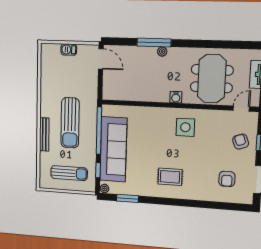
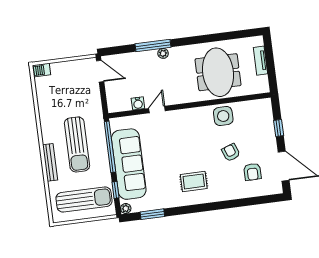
barbecue: (69, 50) -> (41, 70), moved
water cooler: (176, 97) -> (138, 103), moved
door: (241, 109) -> (157, 110), moved
side table: (185, 127) -> (223, 116), moved
armchair: (241, 142) -> (231, 152), moved
sun lounger: (69, 173) -> (84, 200), width x1.36, depth x1.34

